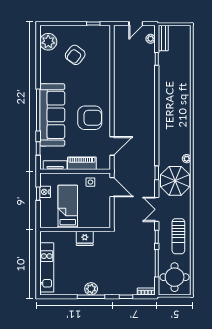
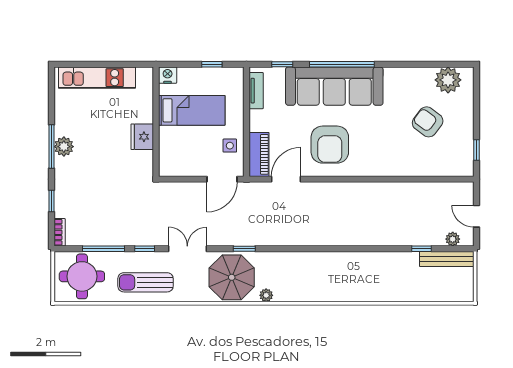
bench: (163, 38) -> (447, 259), width x1.36
door: (112, 146) -> (286, 179), swing flipped
piano: (82, 163) -> (259, 154), moved
nightstand: (45, 192) -> (168, 75), moved

